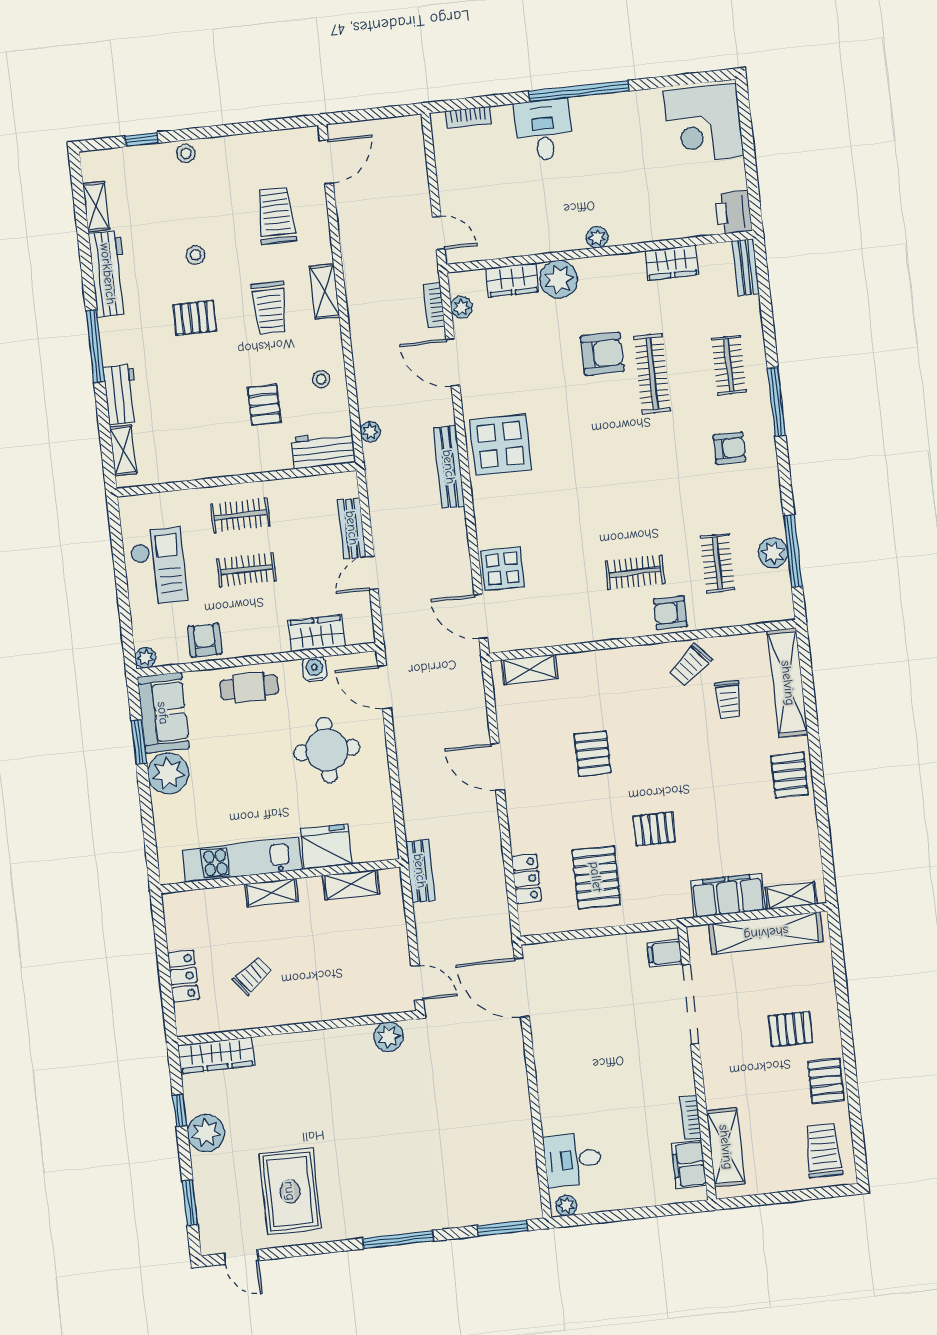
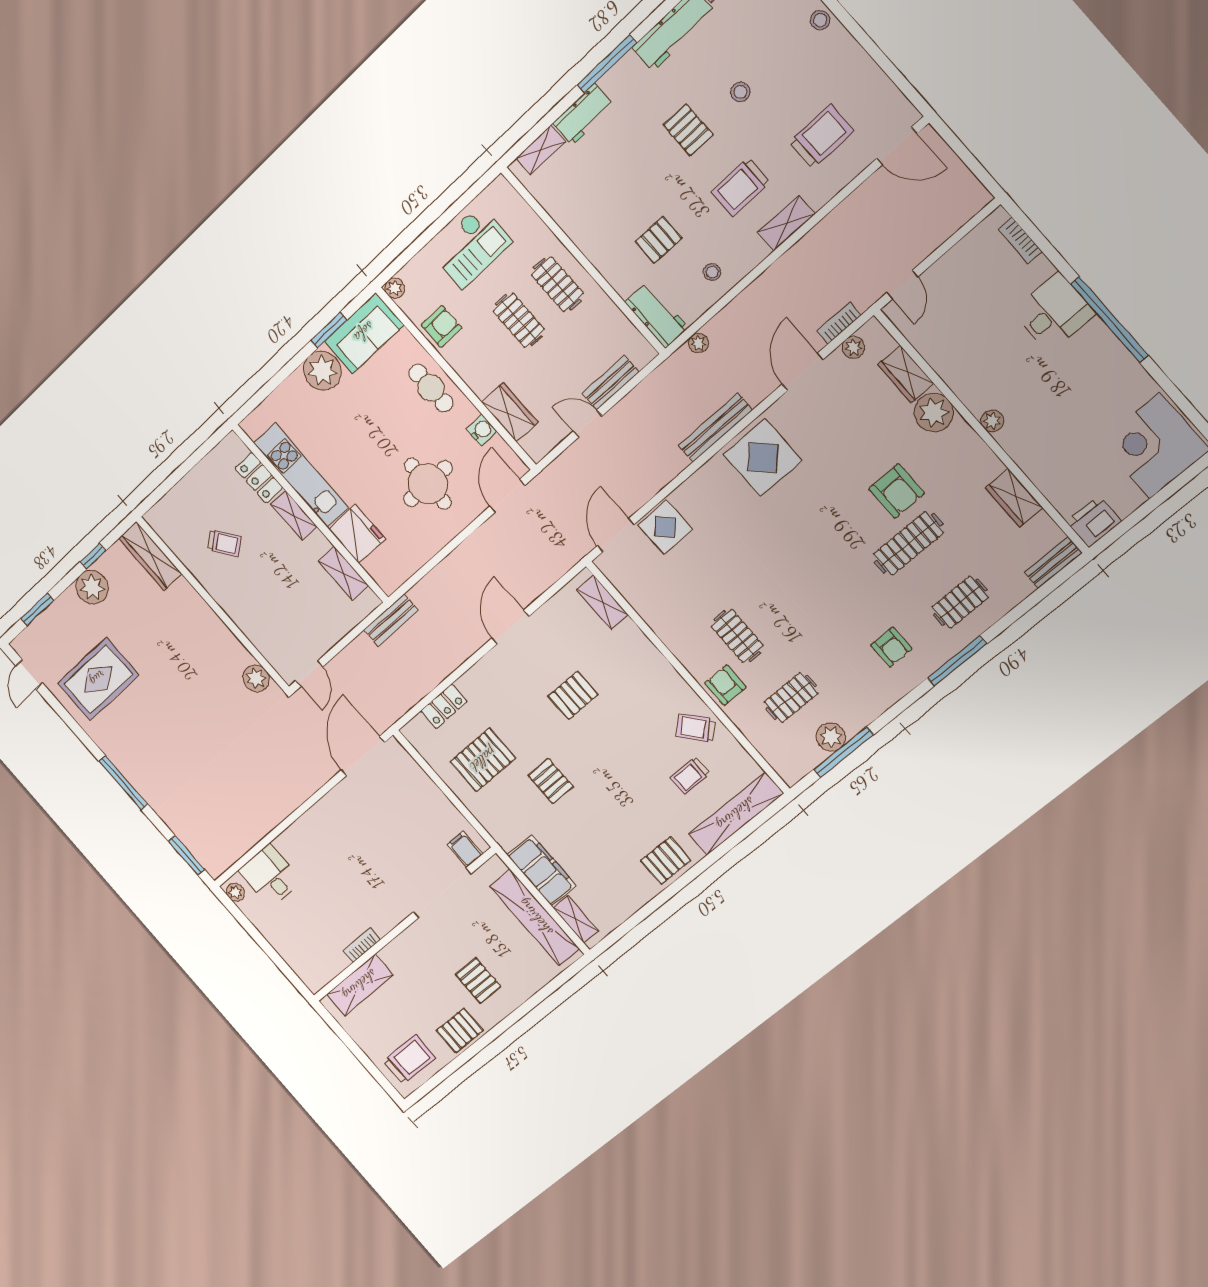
locker: (183, 976) -> (259, 478), moved, turned 90
filing cabinet: (689, 1164) -> (328, 965), removed

